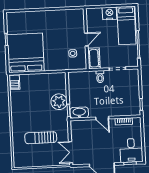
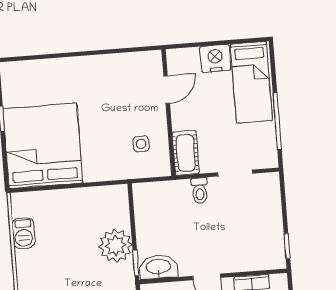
door: (86, 39) -> (167, 90), moved
barbecue: (14, 82) -> (23, 233), moved

